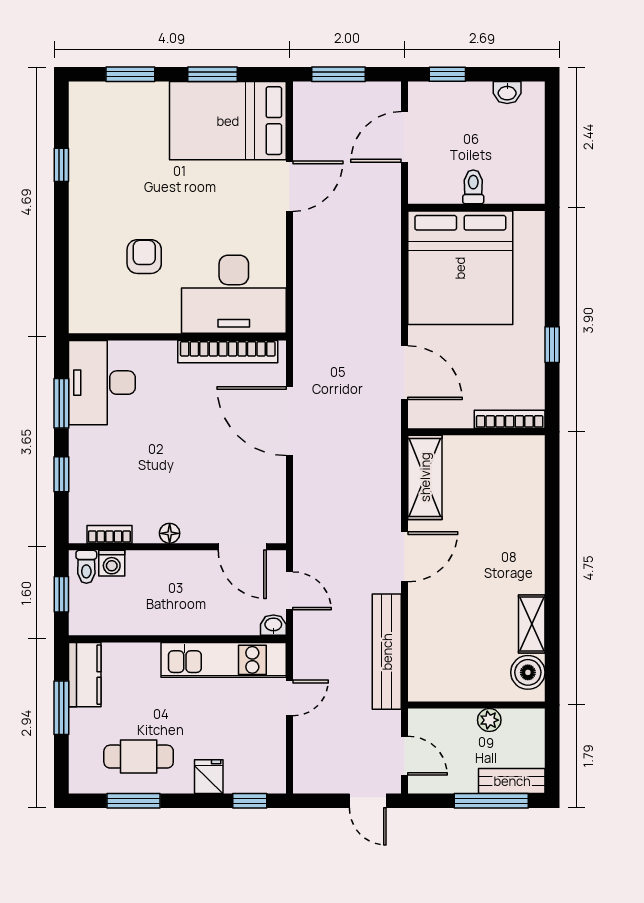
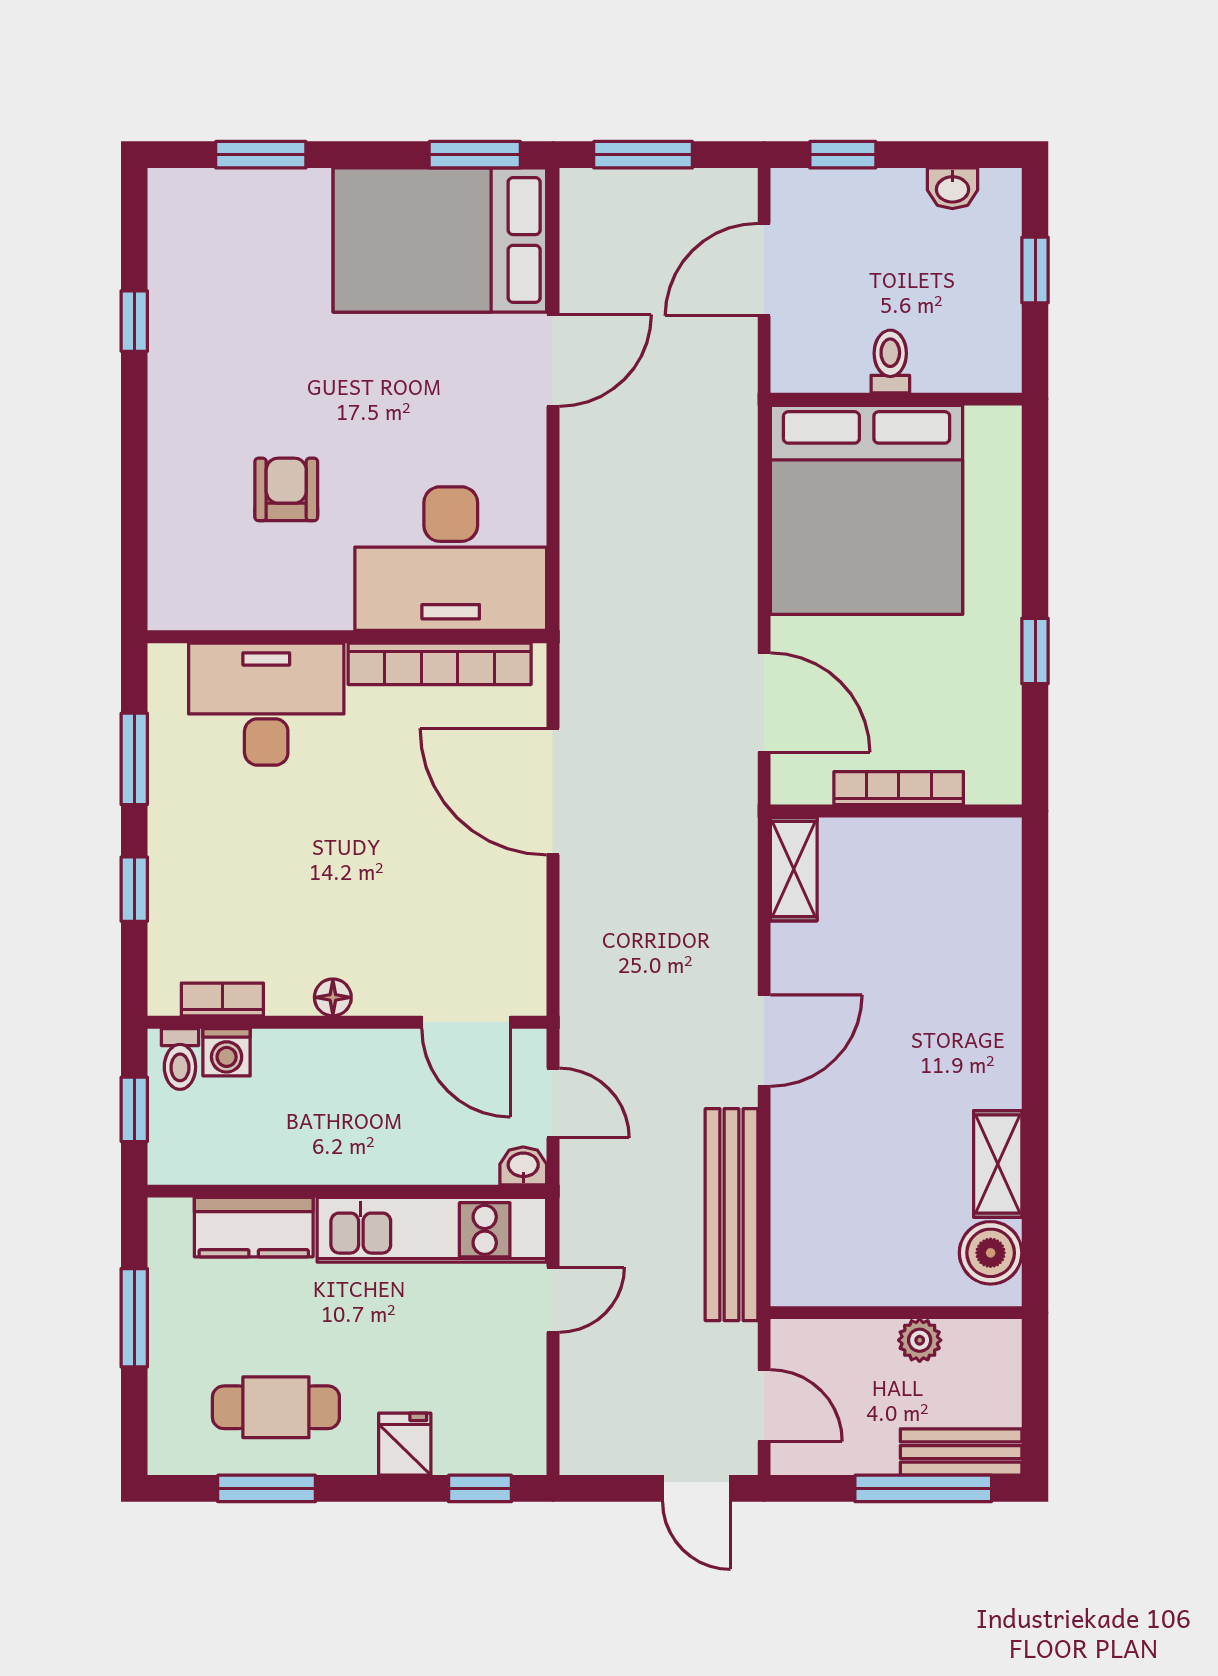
window: (213, 74) -> (475, 155), moved
window: (552, 137) -> (1035, 270), added
desk: (102, 383) -> (266, 704), moved, turned 90
bookcase: (510, 419) -> (899, 788), moved
shelving: (425, 477) -> (794, 869), width x0.67, depth x0.75
kitchen counter: (85, 675) -> (254, 1227), moved, turned 90

